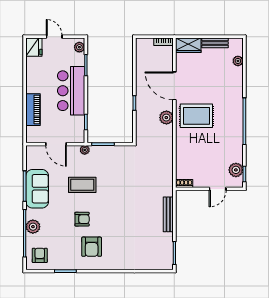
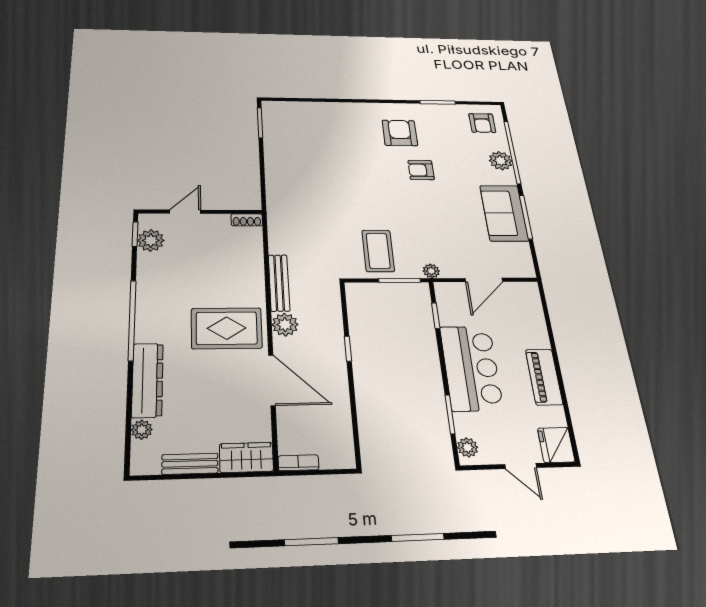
dresser: (236, 87) -> (147, 380), added
piano: (33, 110) -> (544, 377), moved
door: (56, 144) -> (484, 280), swing flipped
coffee table: (82, 185) -> (378, 251), moved, turned 90
bench: (168, 214) -> (279, 283), moved

